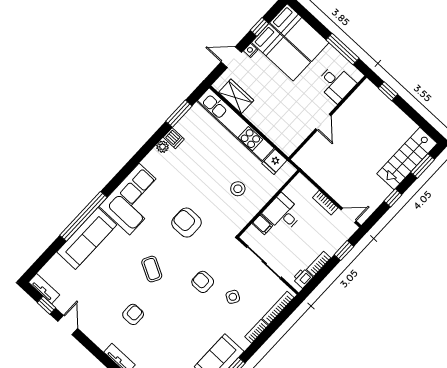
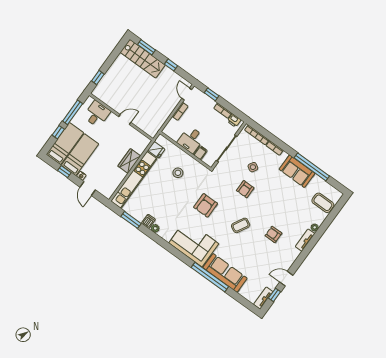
window: (317, 25) -> (58, 132), added
wardrobe: (236, 96) -> (129, 161), moved

